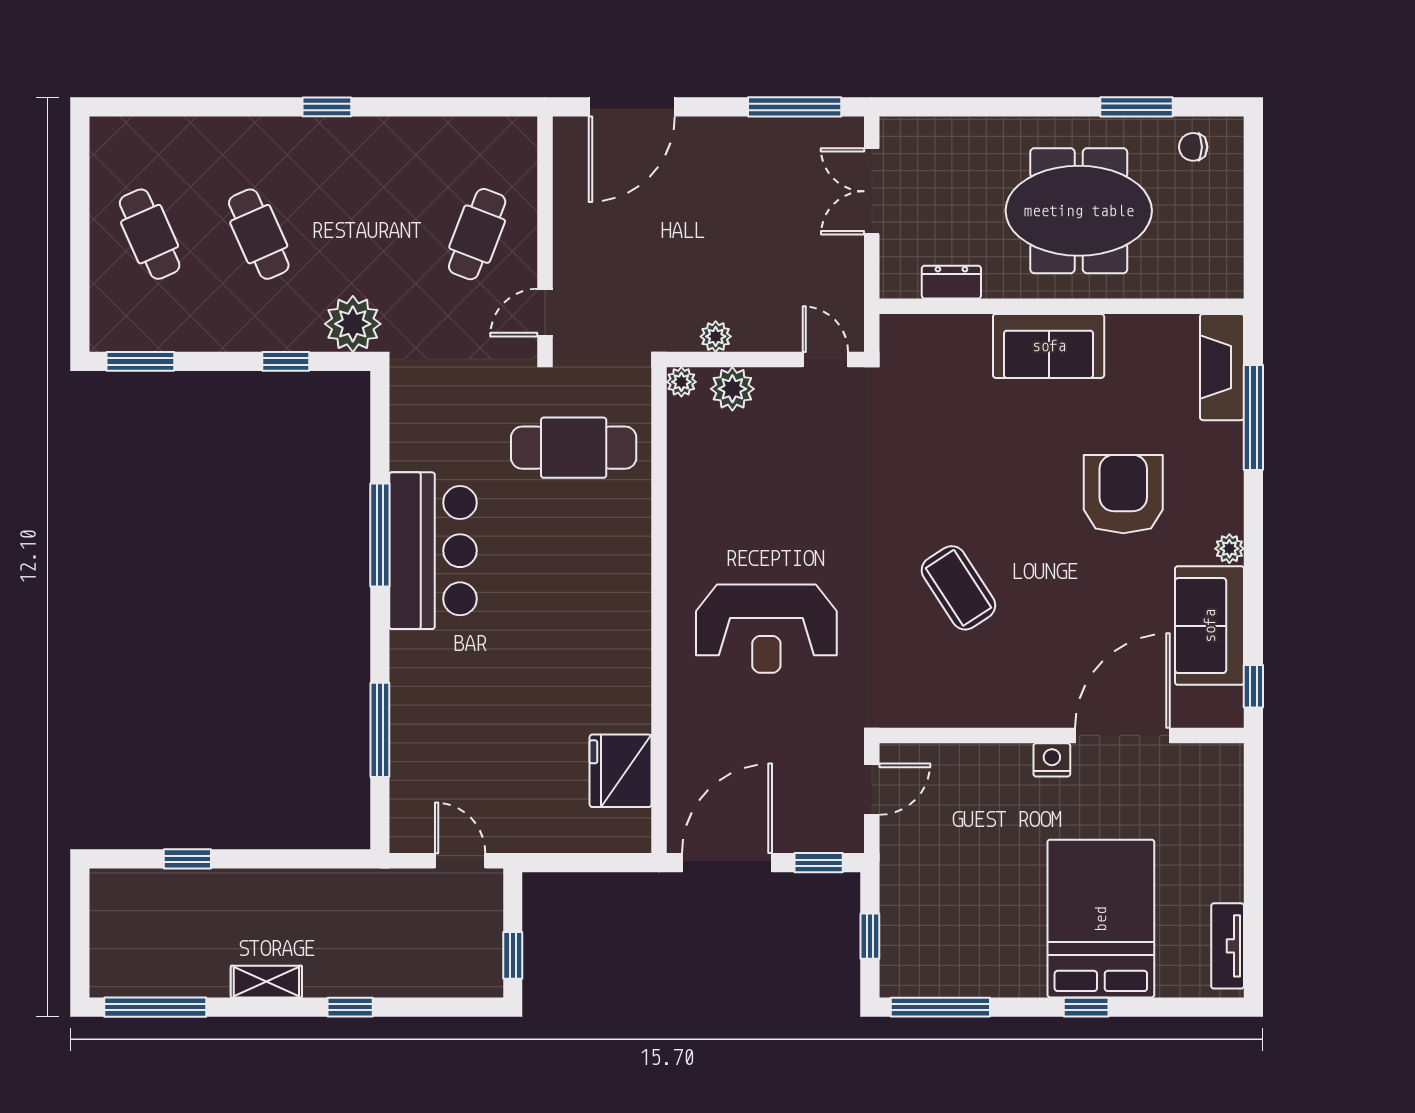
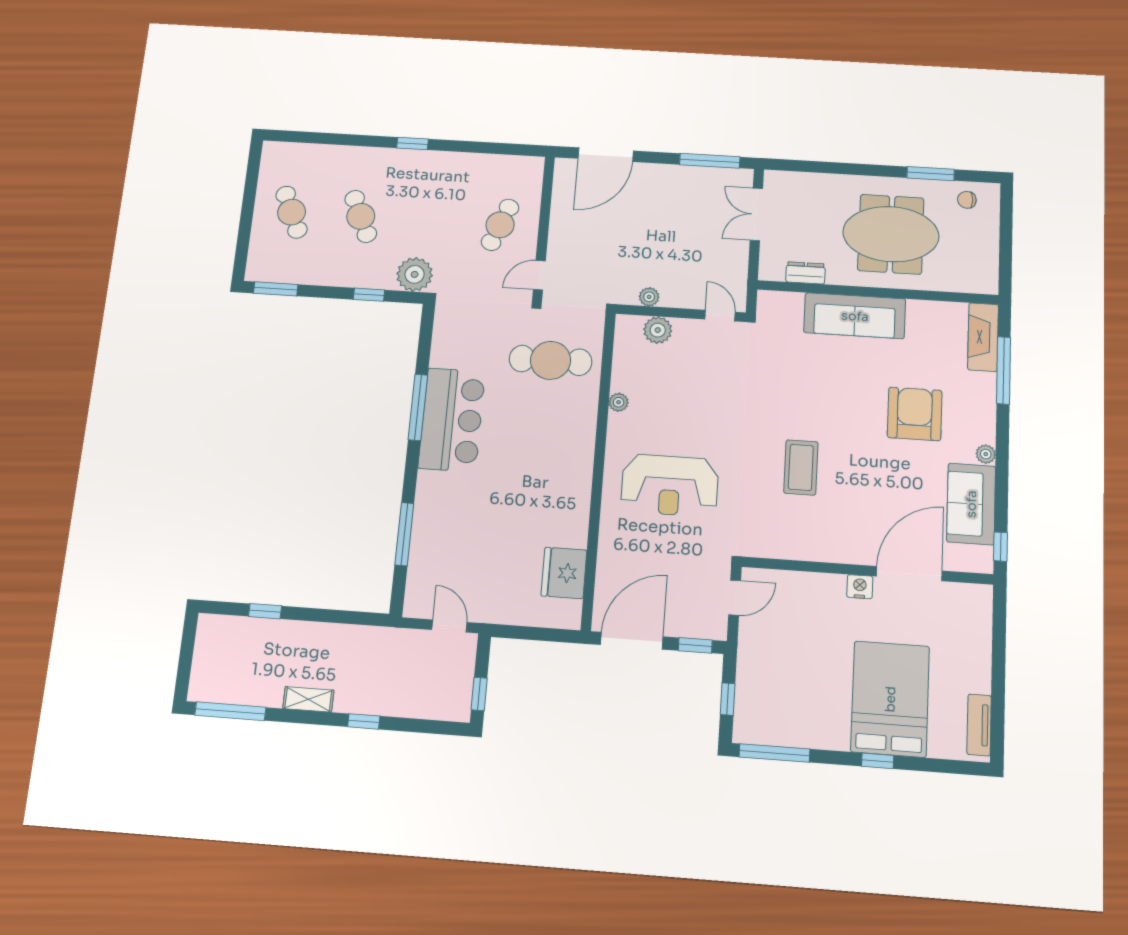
sofa: (1049, 346) -> (855, 316), width x1.36
plant: (681, 382) -> (619, 402), moved
coffee table: (958, 588) -> (801, 467), turned 33

